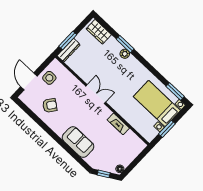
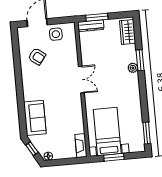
bed with nightstands: (157, 104) -> (107, 131), moved
fireplace: (118, 124) -> (81, 146), moved
sofa: (78, 142) -> (35, 118), moved

